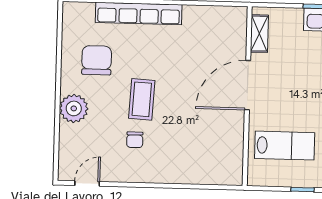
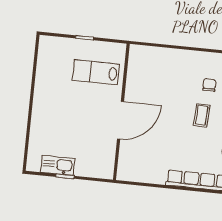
shelving: (259, 34) -> (109, 159), removed
coffee table: (142, 99) -> (202, 115), width x0.73, depth x0.77

